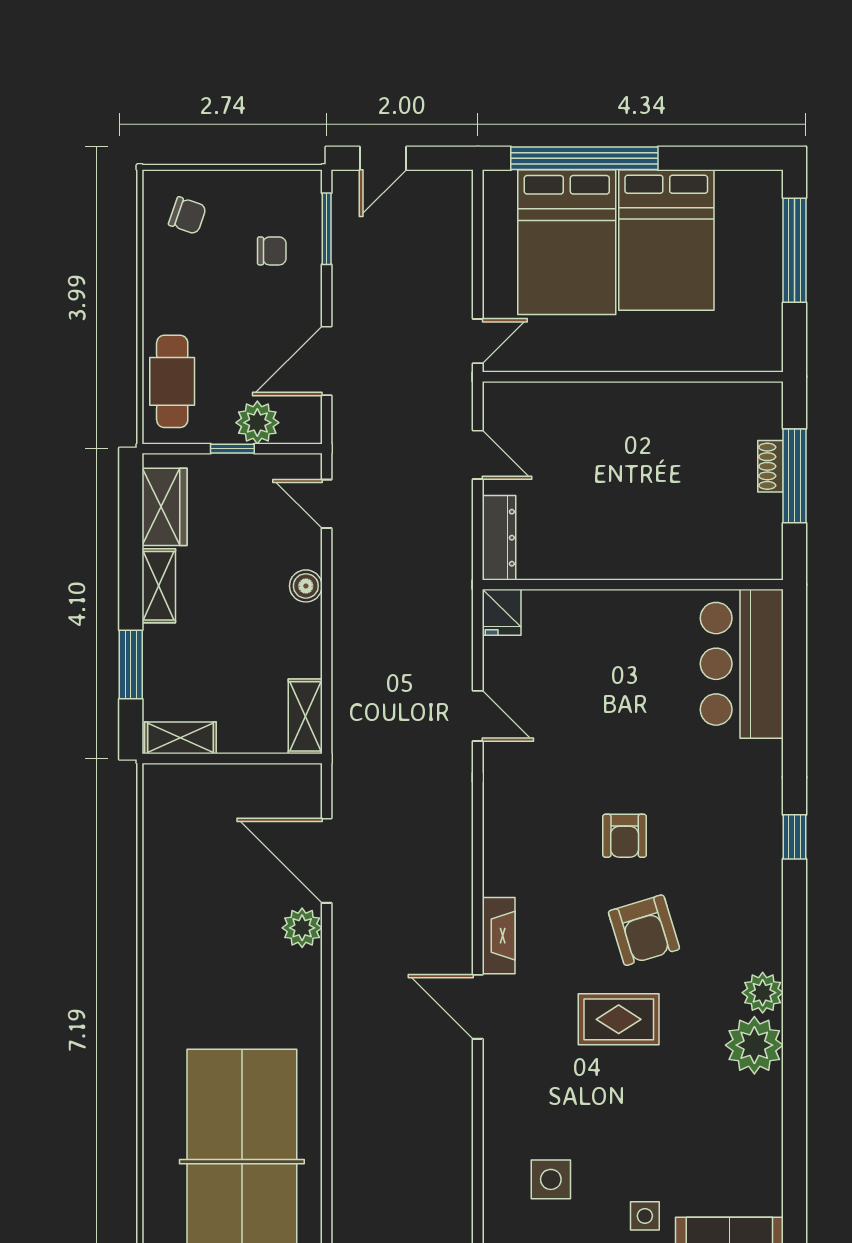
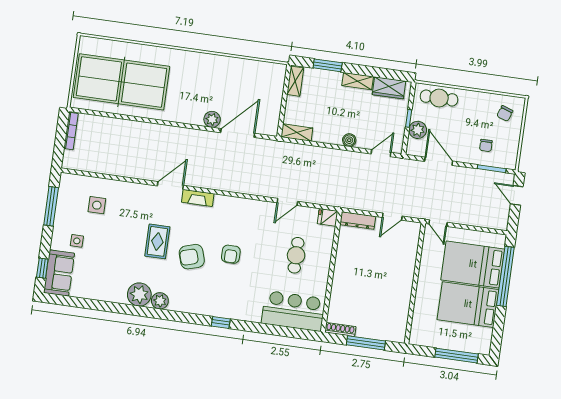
shoe rack: (771, 466) -> (340, 329), moved, width x1.43
cafe table: (605, 676) -> (296, 255), added
armchair: (625, 836) -> (231, 254), turned -90

